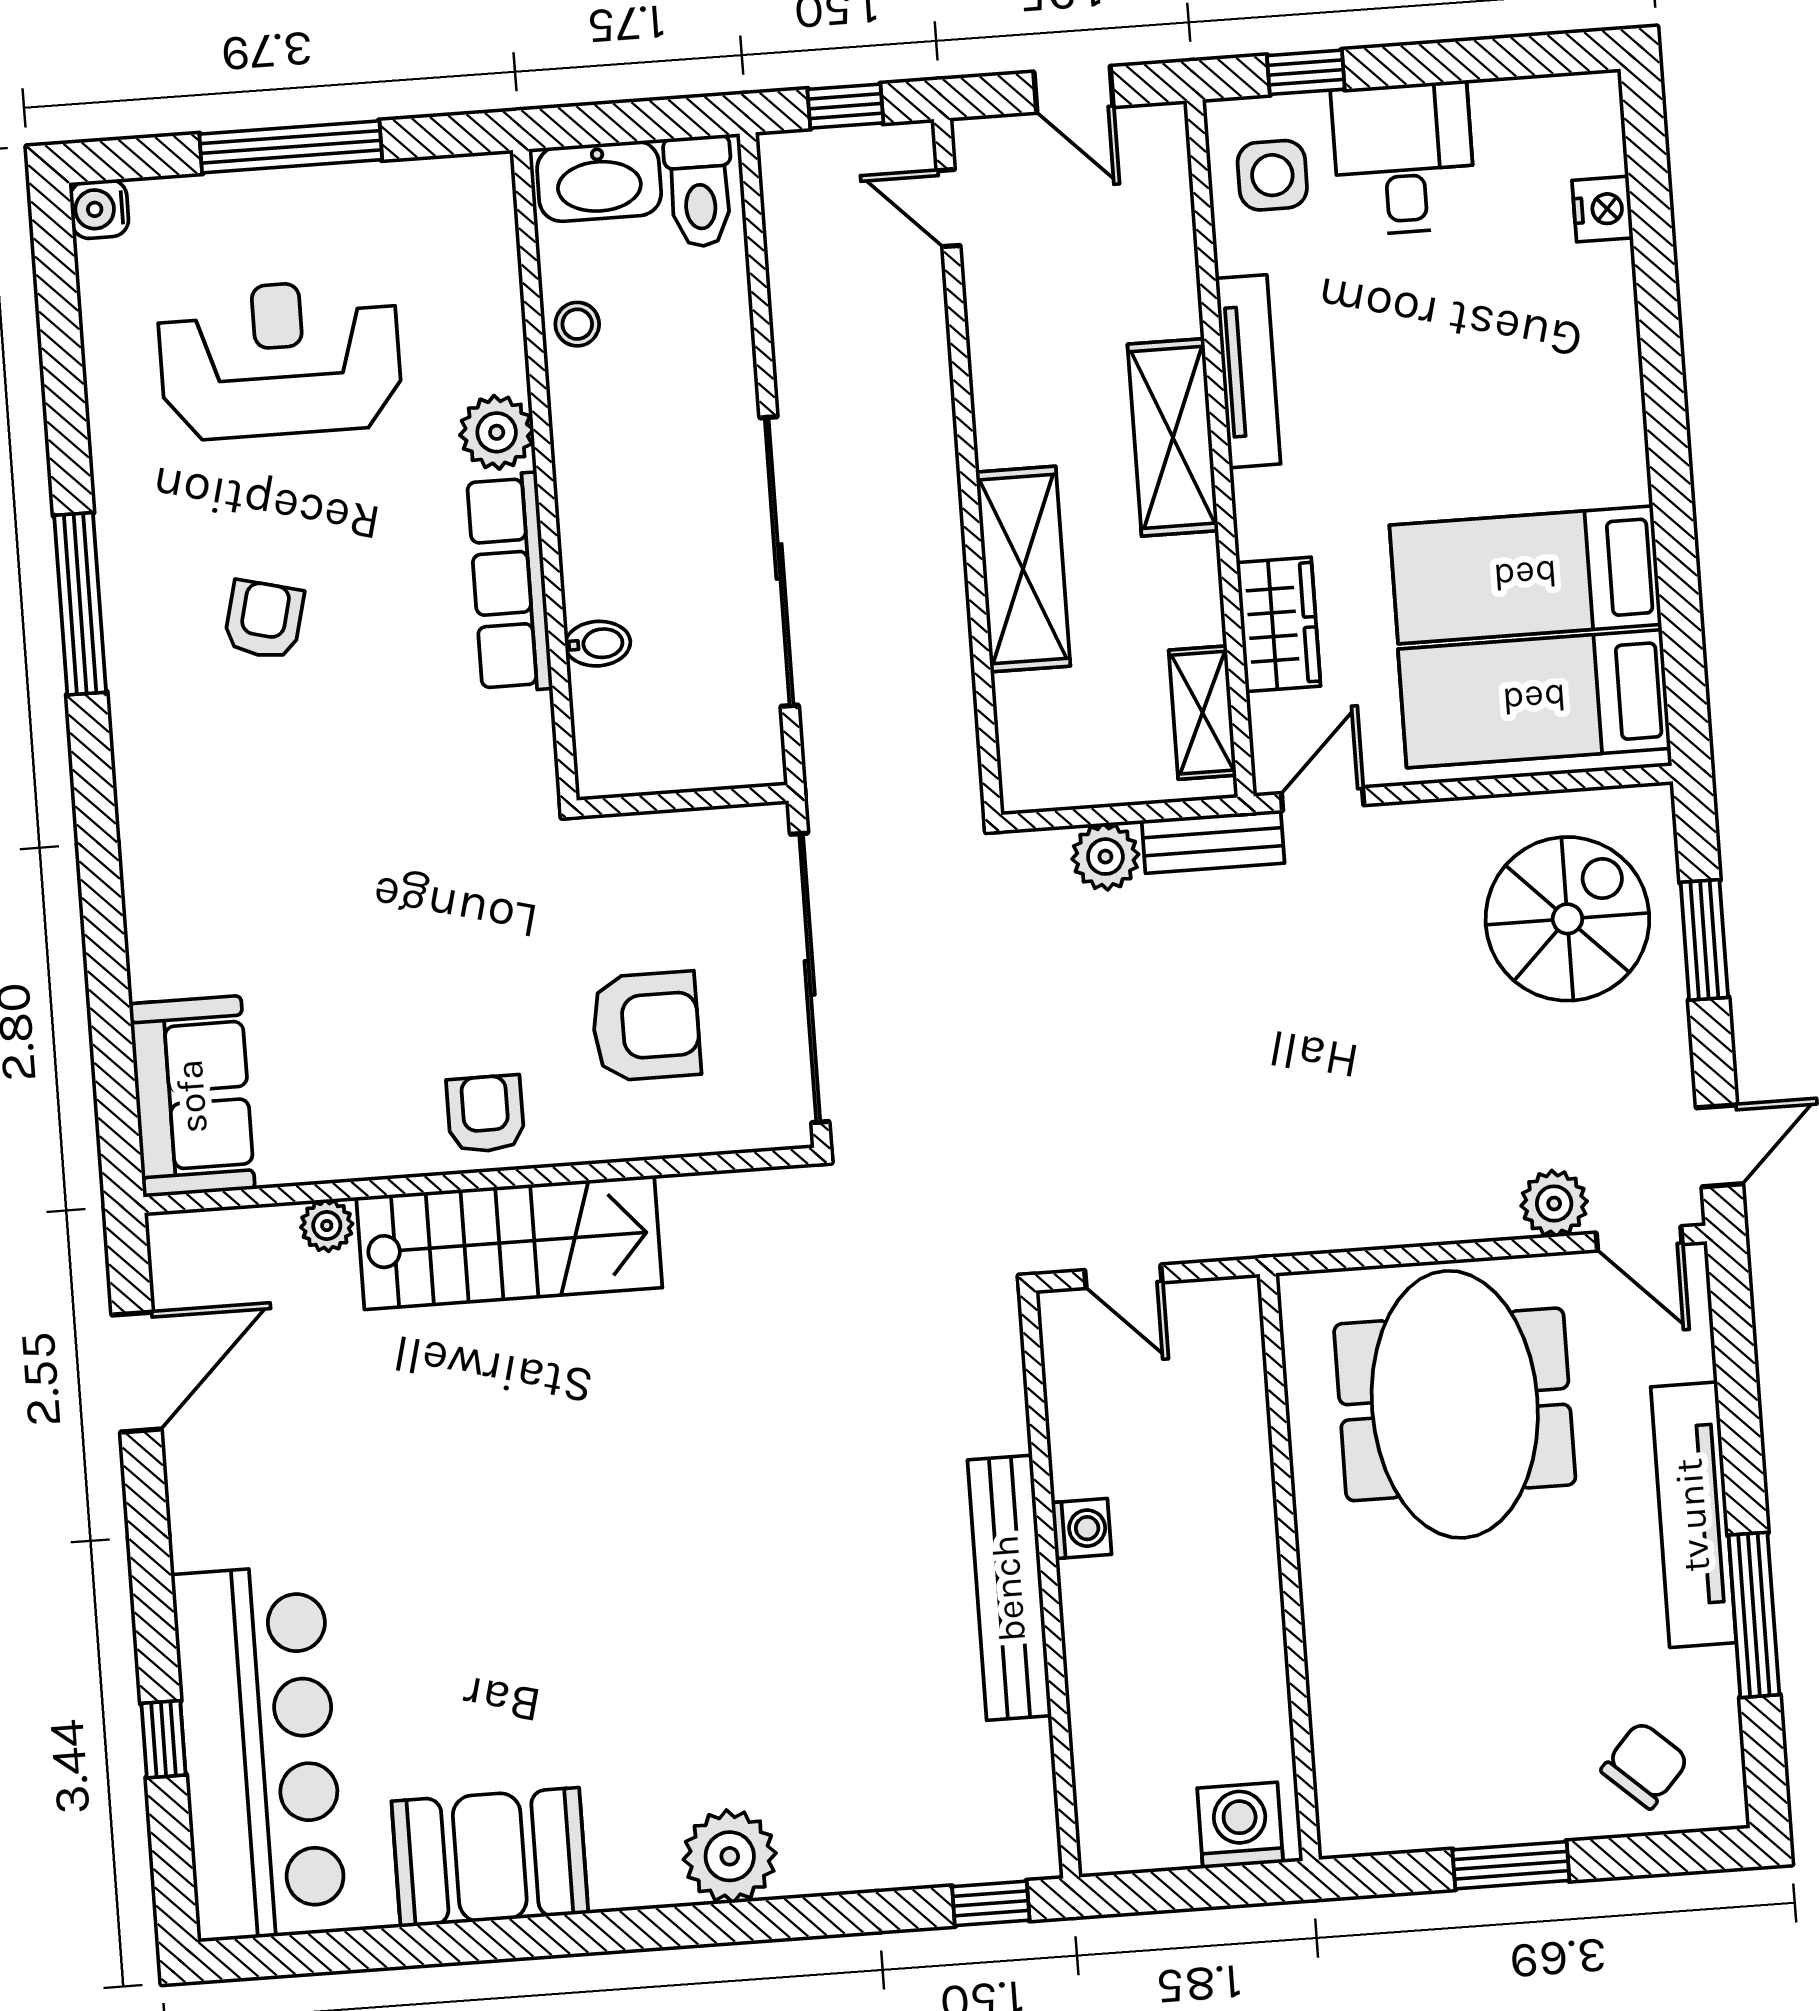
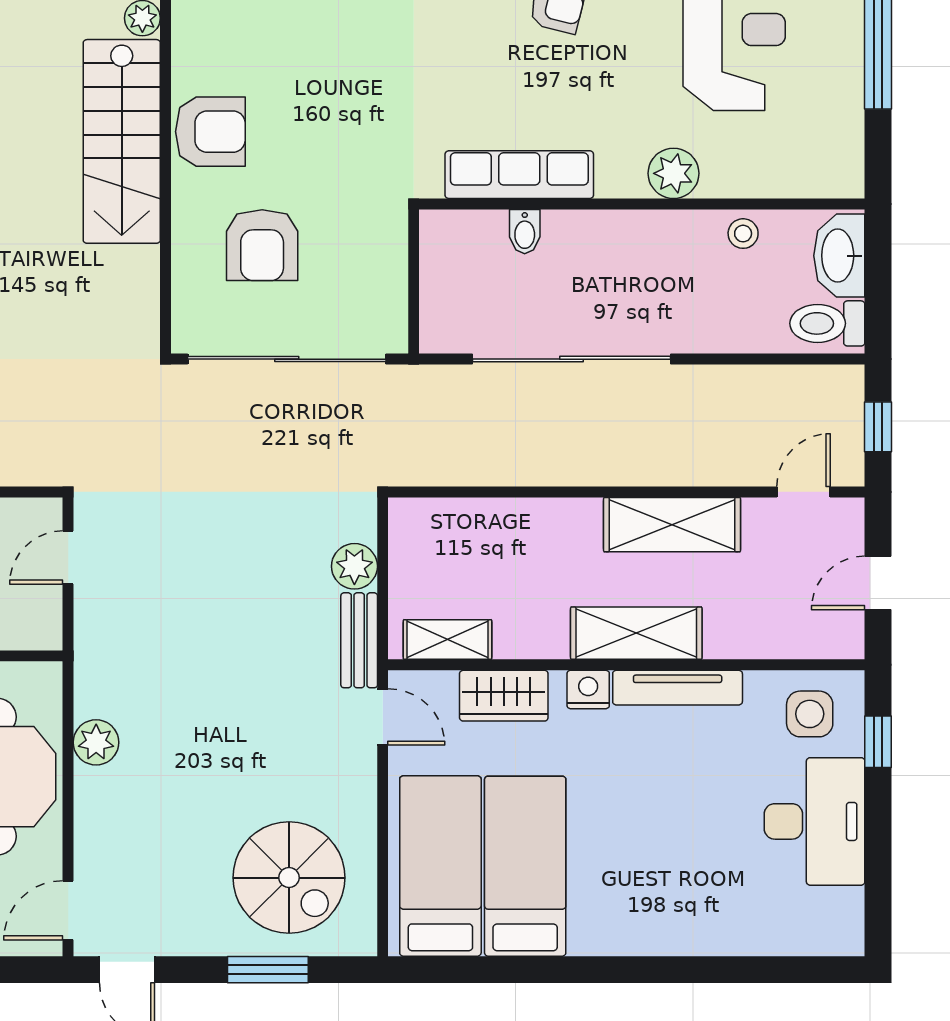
desk: (1404, 158) -> (815, 821), width x1.37
nightstand: (1603, 209) -> (588, 689), moved, turned 180
shelving: (1023, 569) -> (672, 525), moved
row of seats: (510, 583) -> (519, 175), moved
armchair: (485, 1114) -> (210, 132), width x1.38, depth x1.38
plant: (1554, 1203) -> (96, 742), moved

